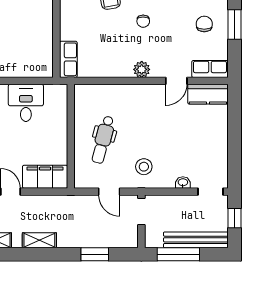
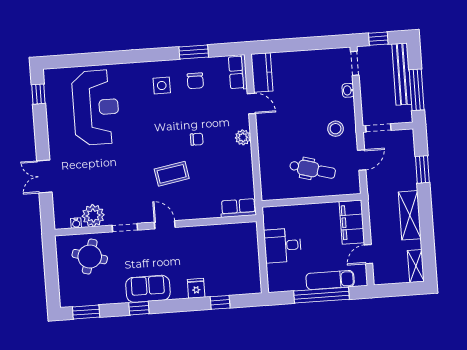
chair: (204, 24) -> (195, 81), turned -90
shelving: (39, 240) -> (410, 215), width x1.50, depth x1.33

